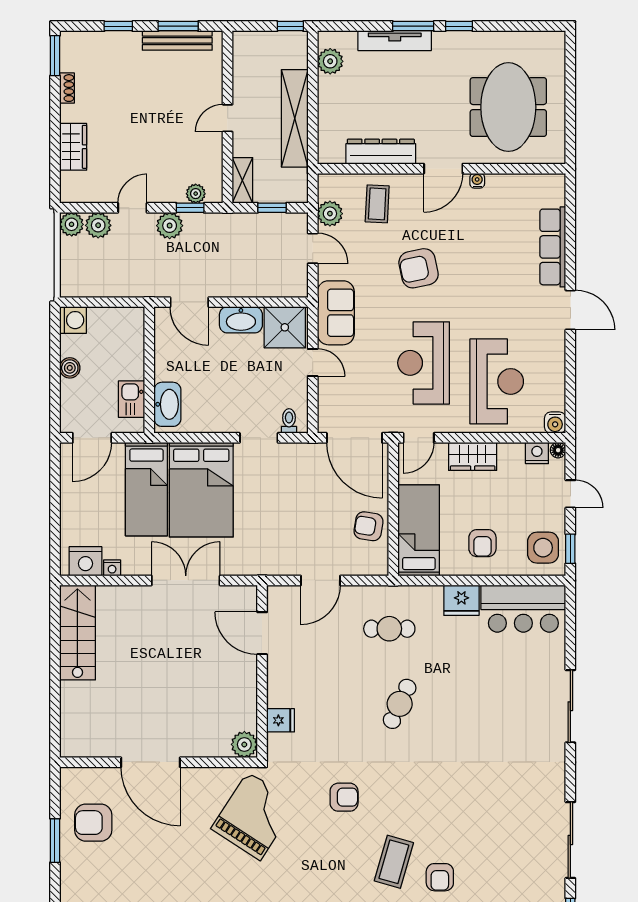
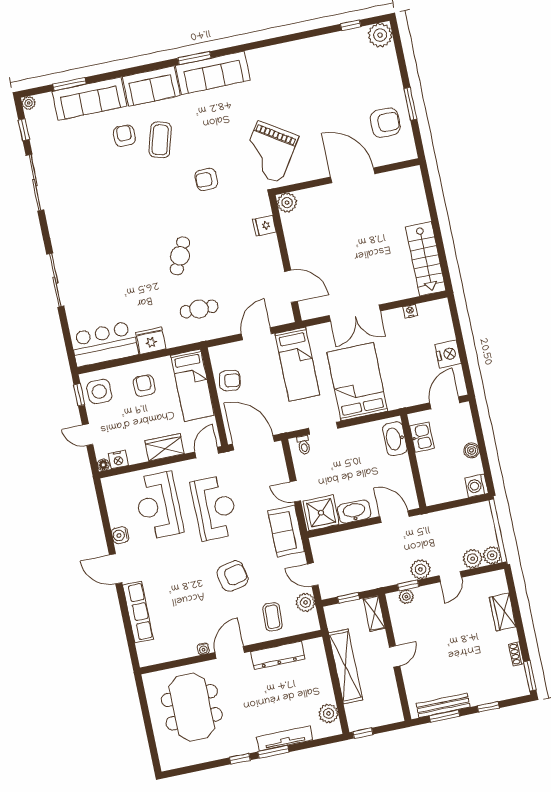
water cooler: (555, 423) -> (120, 535), moved, turned -90
bed: (146, 489) -> (297, 364), moved, turned 180
nightstand: (85, 561) -> (448, 354), moved, turned 90

